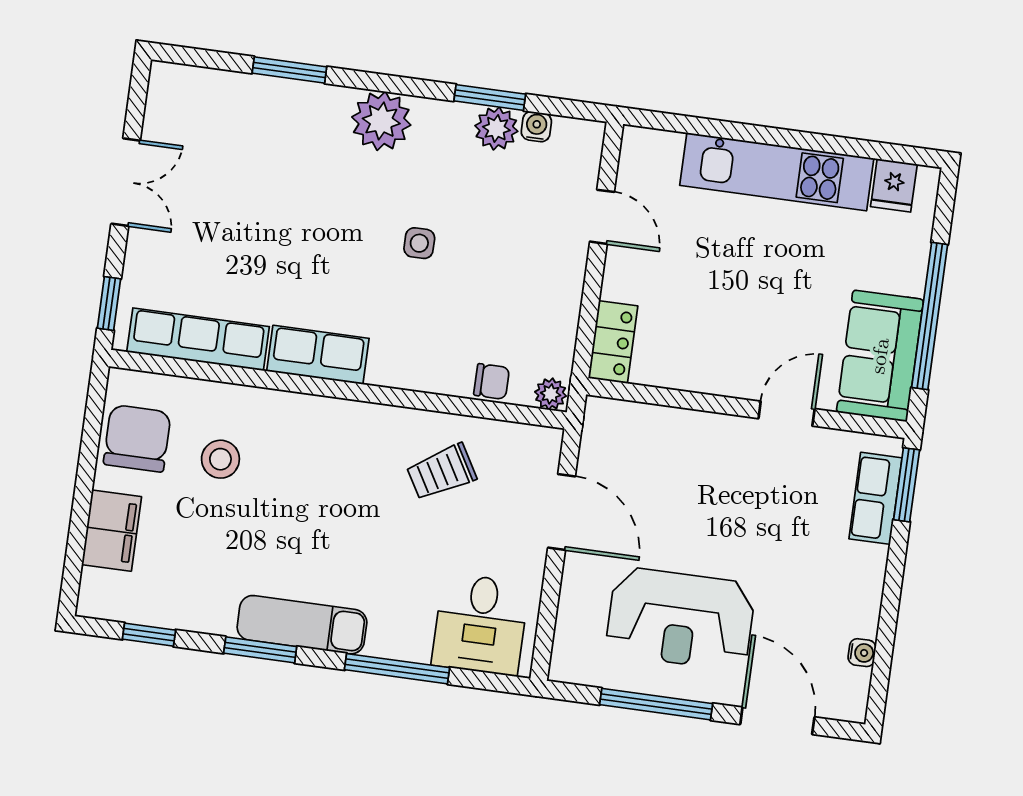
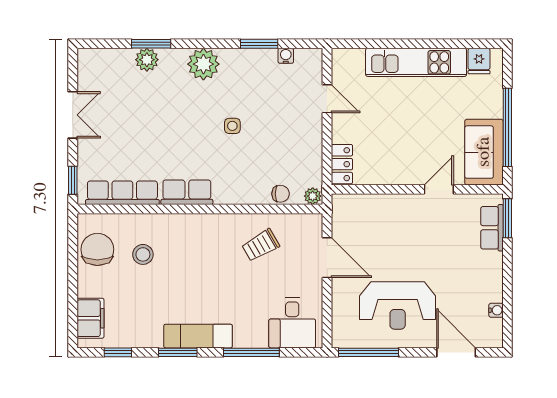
plant: (496, 129) -> (147, 60), moved
filing cabinet: (112, 531) -> (91, 318), moved
window: (656, 704) -> (368, 352), moved

